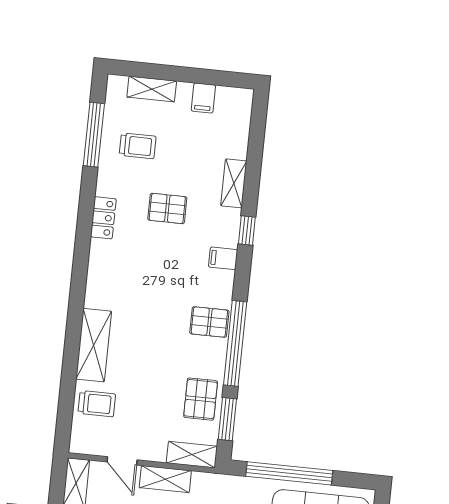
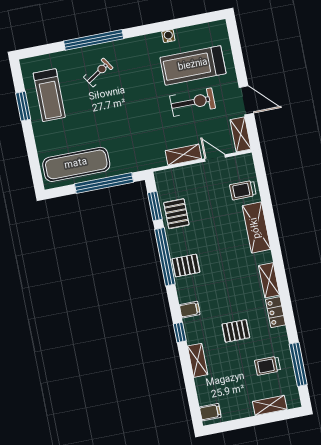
filing cabinet: (203, 98) -> (210, 412), moved, turned 90
shelving: (192, 455) -> (269, 280), moved, turned 90

